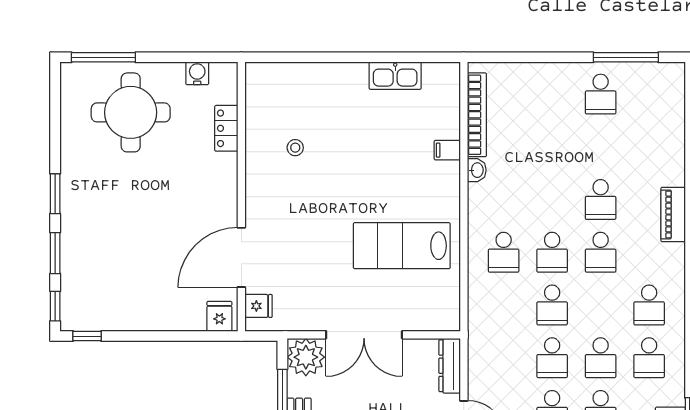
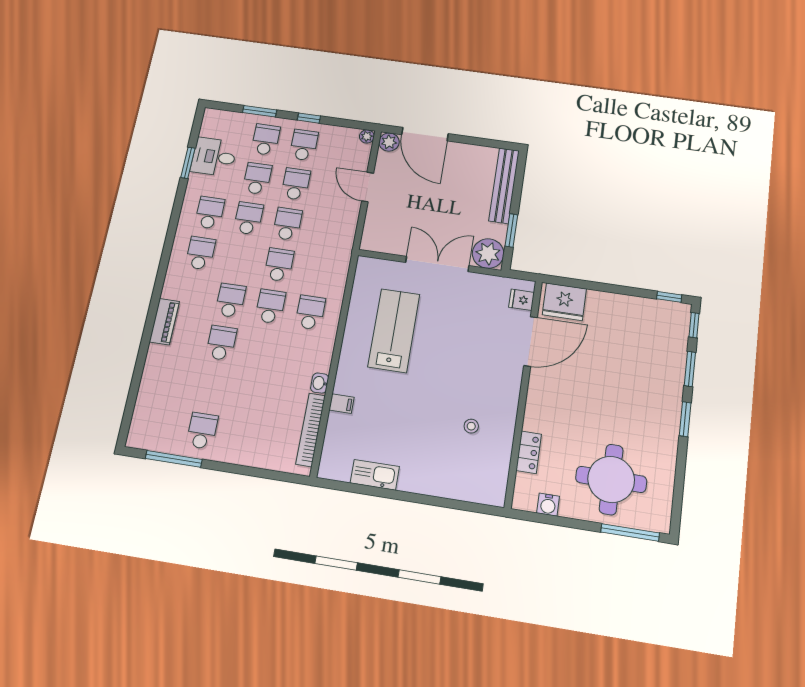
lab bench: (402, 246) -> (394, 331), turned -90
fridge: (219, 316) -> (564, 302), width x1.88, depth x1.34
dresser: (450, 366) -> (371, 230), removed

